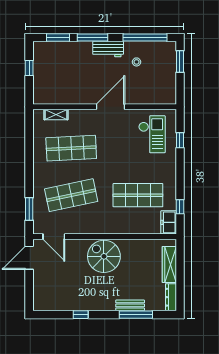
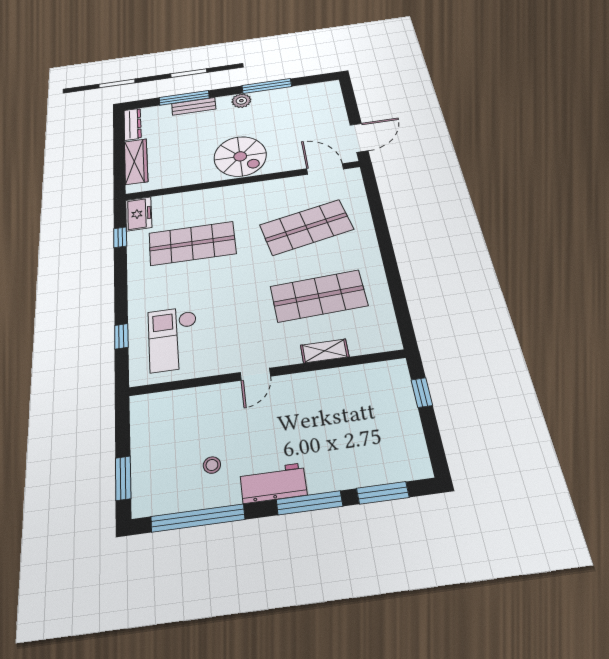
window: (29, 68) -> (422, 393), moved
door: (110, 107) -> (255, 374), width x0.53
shelving: (56, 115) -> (325, 351), moved
window: (29, 209) -> (374, 198), removed
plant: (99, 304) -> (241, 101), added
window: (81, 315) -> (267, 86), width x2.17

